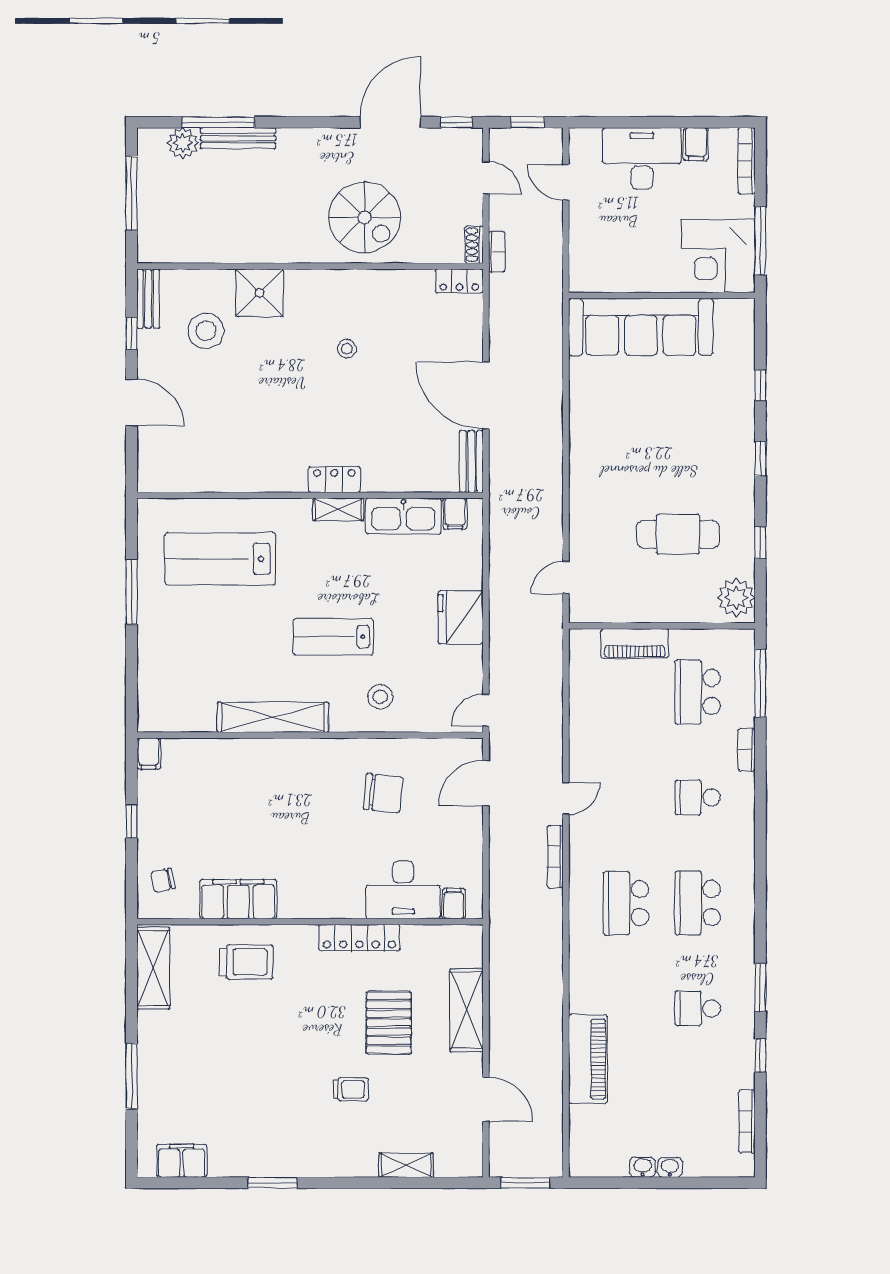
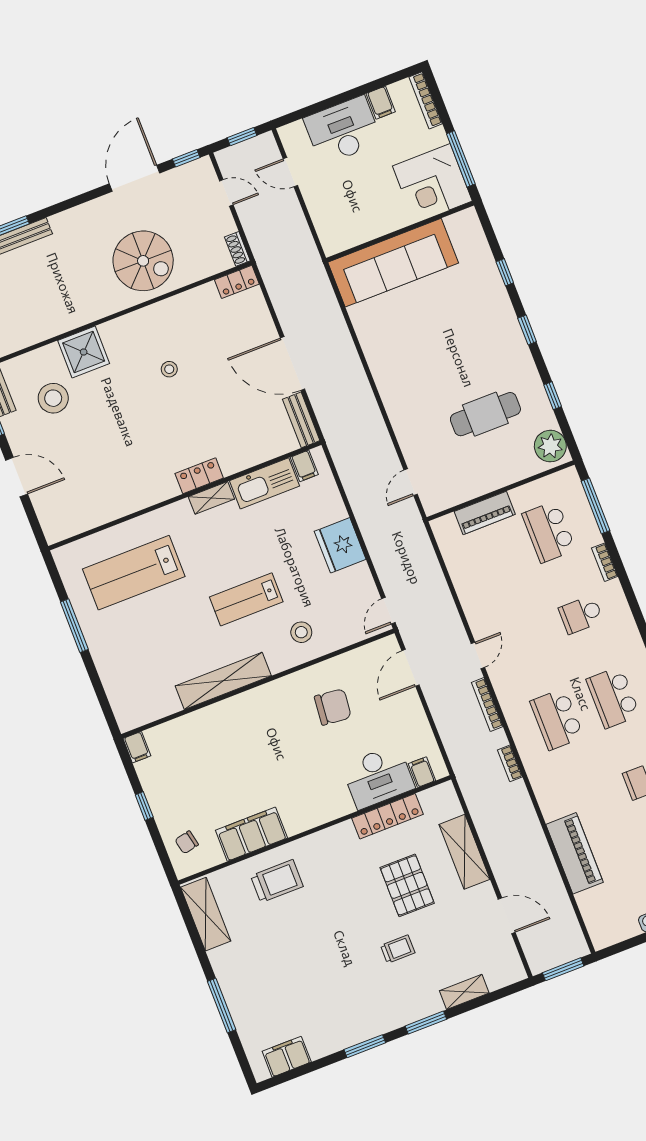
bookcase: (497, 252) -> (510, 763), moved, turned 180
locker: (359, 938) -> (388, 816), moved
window: (351, 1183) -> (426, 1023), added

